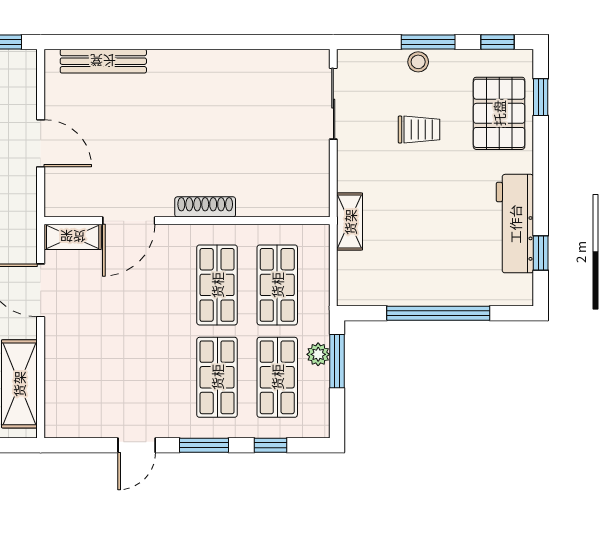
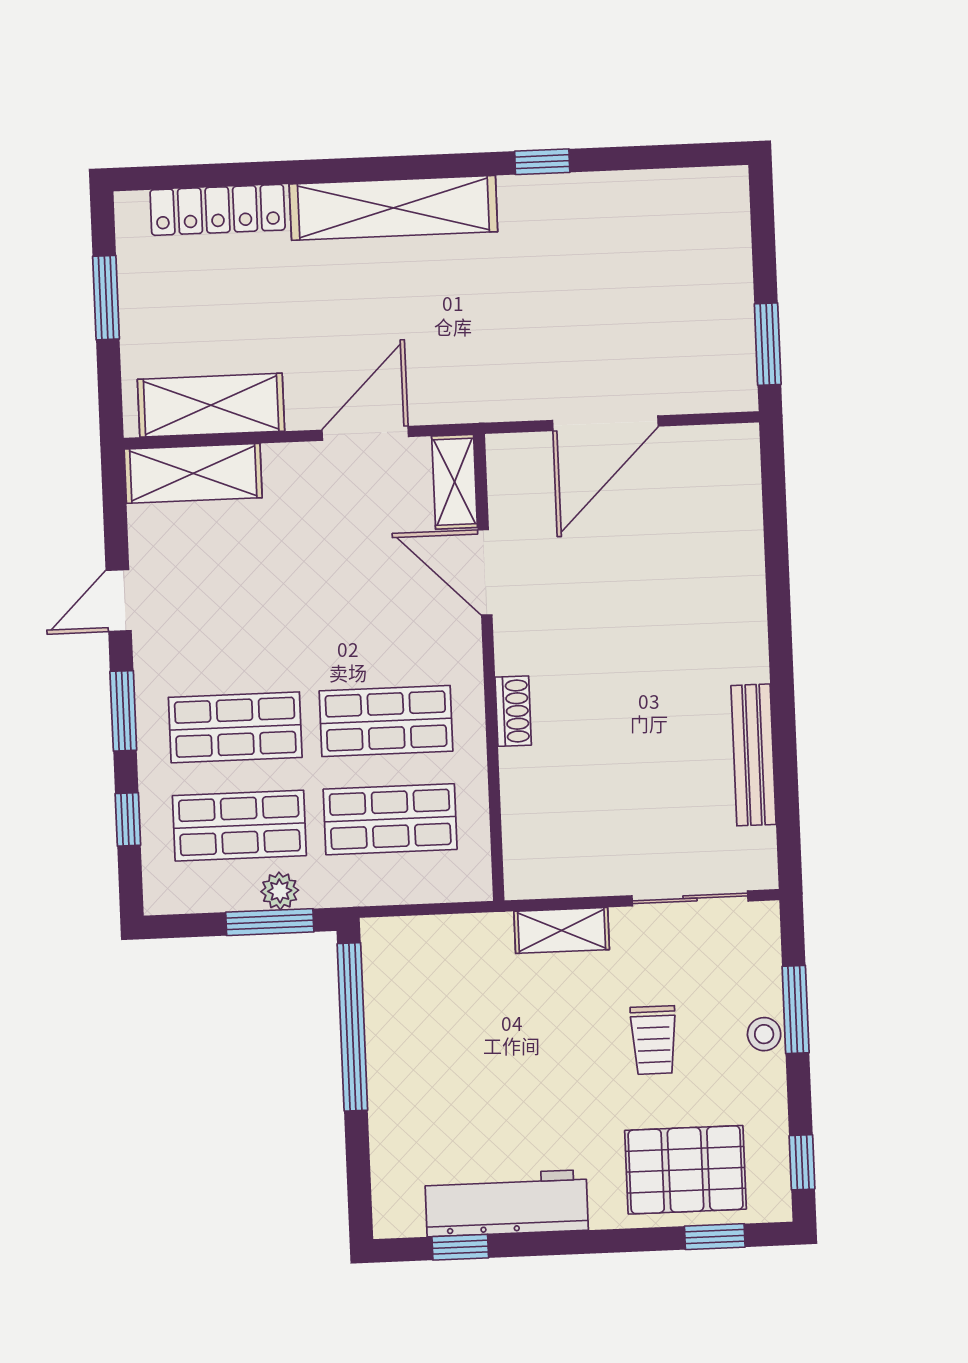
window: (428, 42) -> (796, 1010), moved
bench: (103, 61) -> (754, 755), moved
door: (41, 143) -> (605, 423), width x1.36
shoe rack: (205, 207) -> (513, 711), width x0.70
shelving: (350, 222) -> (562, 930), moved
window: (438, 313) -> (352, 1027), moved
shelving: (61, 397) -> (193, 473), added
door: (137, 445) -> (119, 601), hinge flipped

